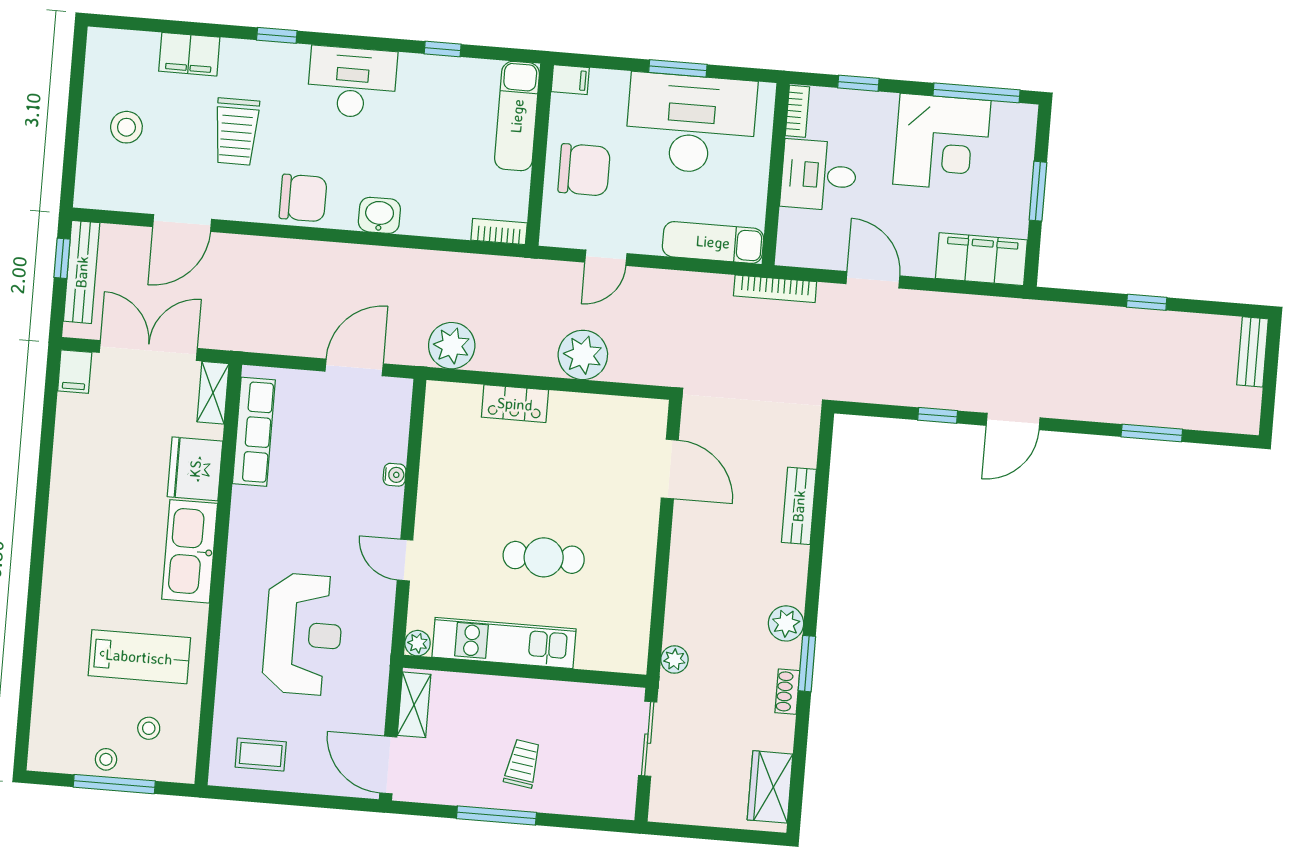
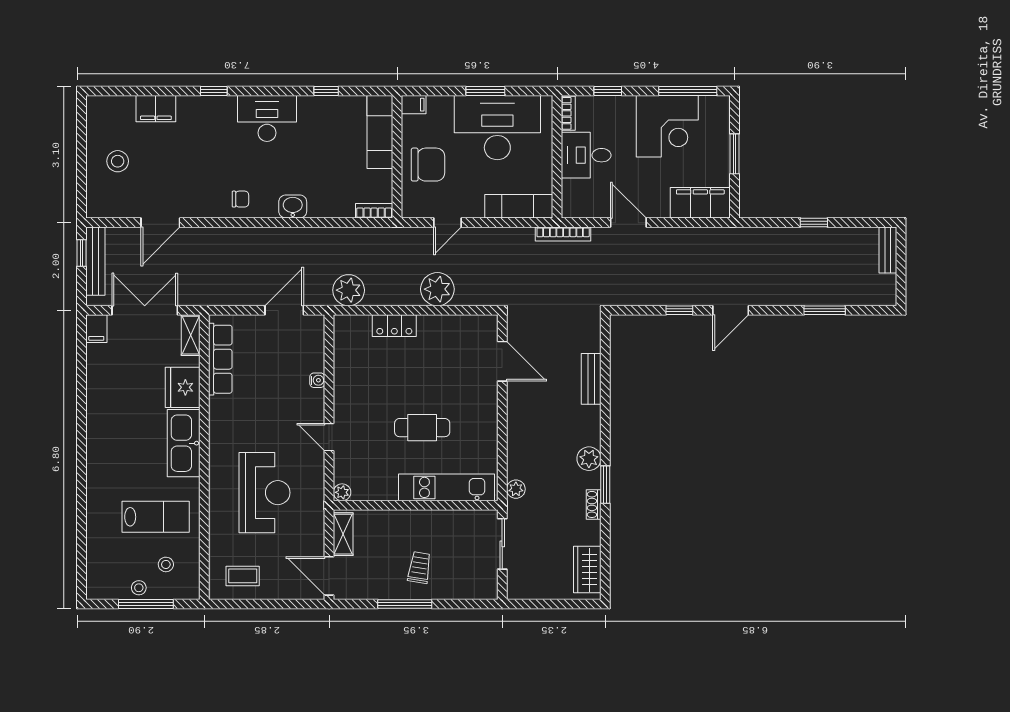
trolley: (236, 132) -> (192, 158), removed
chair: (303, 198) -> (240, 199), width x0.54, depth x0.54
kitchen unit: (504, 643) -> (446, 487), moved

